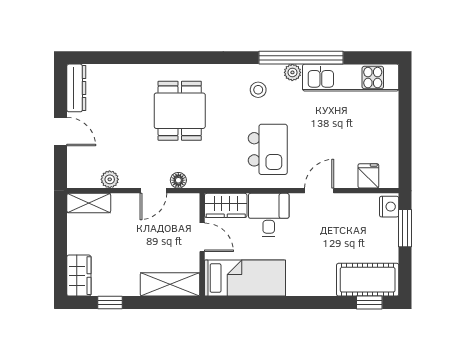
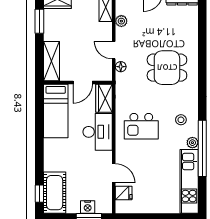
door: (319, 191) -> (114, 173), moved
nightstand: (389, 207) -> (88, 207), moved
desk: (269, 215) -> (98, 132), width x1.37
window: (110, 303) -> (39, 21), width x1.50

